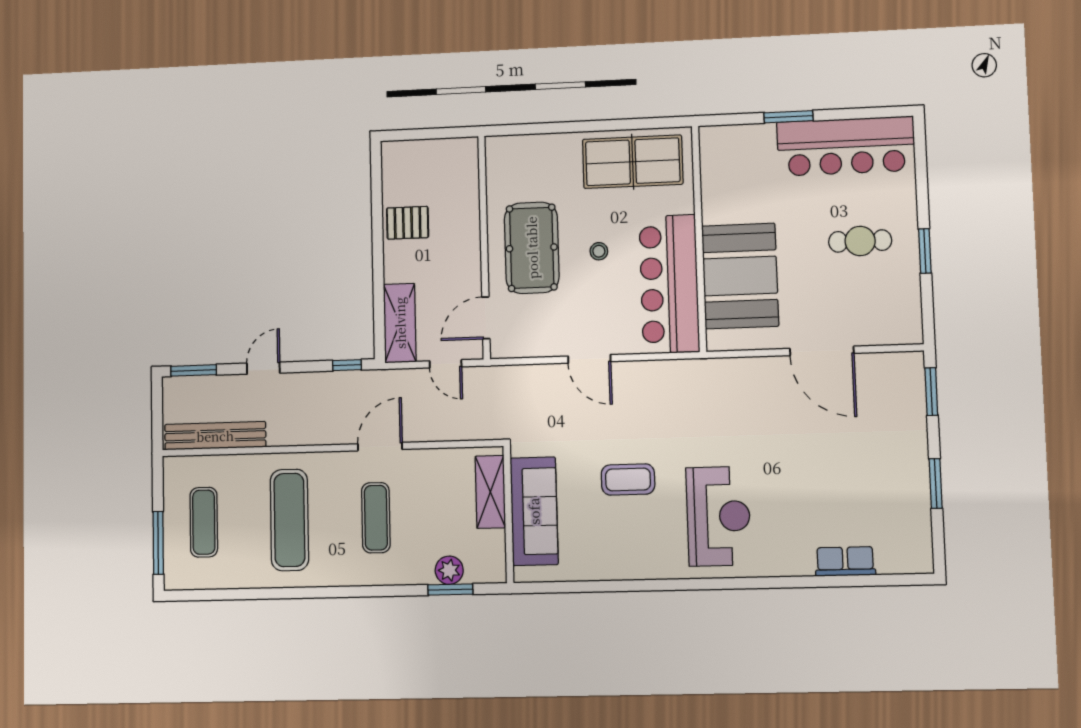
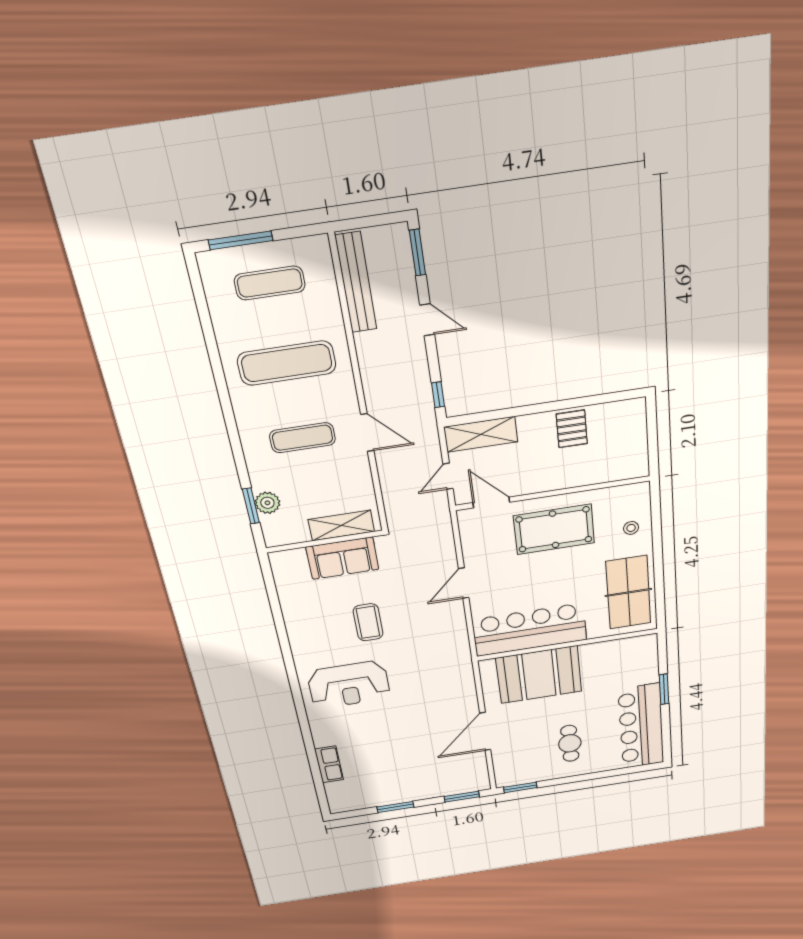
stool: (599, 251) -> (631, 528), moved
window: (925, 251) -> (520, 787), moved
sofa: (534, 511) -> (342, 558), width x0.73

